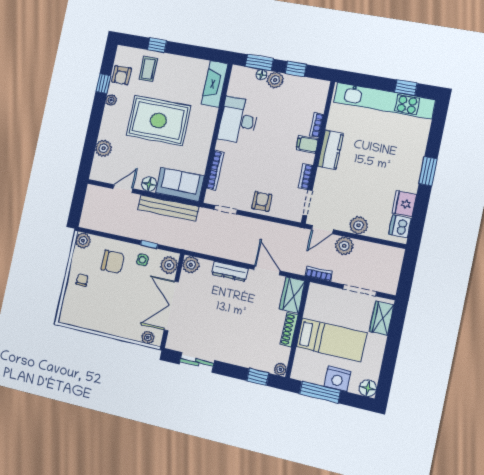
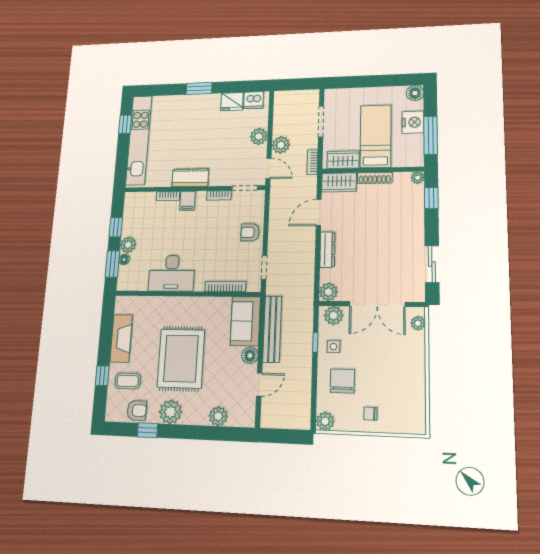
fireplace: (215, 84) -> (121, 338), moved, turned -90
plant: (111, 100) -> (170, 412), width x1.88, depth x1.88
door: (123, 189) -> (259, 385), swing flipped
wardrobe: (382, 318) -> (343, 160), moved, turned 180

